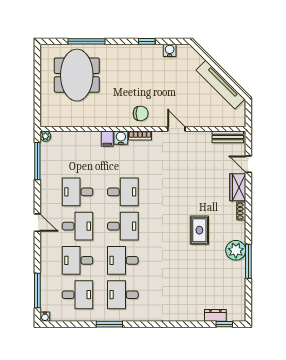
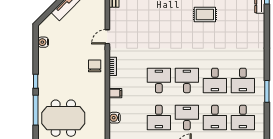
window: (147, 41) -> (36, 81), moved
water cooler: (121, 138) -> (115, 118), moved
rug: (199, 230) -> (205, 15), moved
desk: (78, 295) -> (243, 117), turned 180

